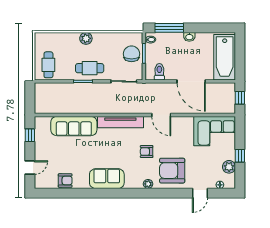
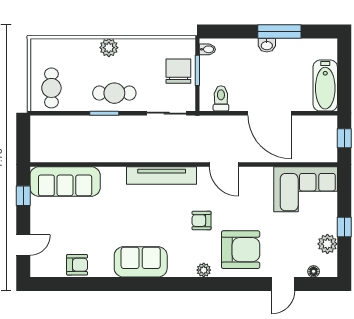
window: (169, 28) -> (279, 31), moved
bathtub: (225, 57) -> (325, 86), width x0.73, depth x0.73
sofa: (74, 126) -> (65, 181), moved
armchair: (172, 171) -> (241, 250), turned 180

